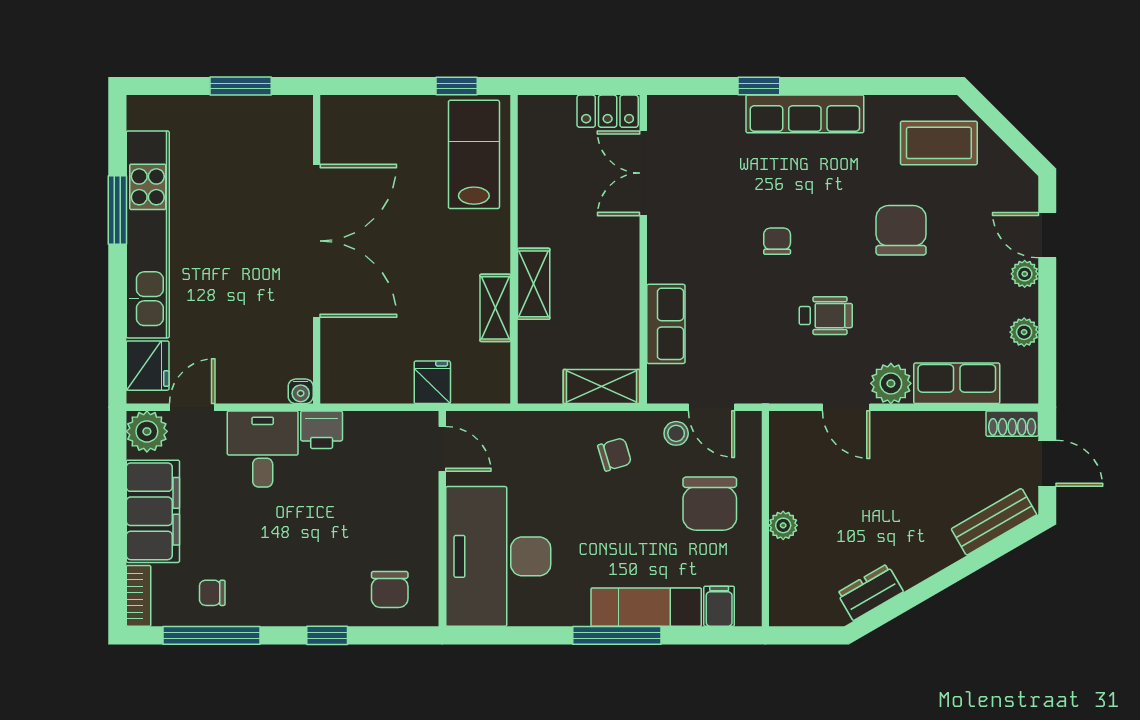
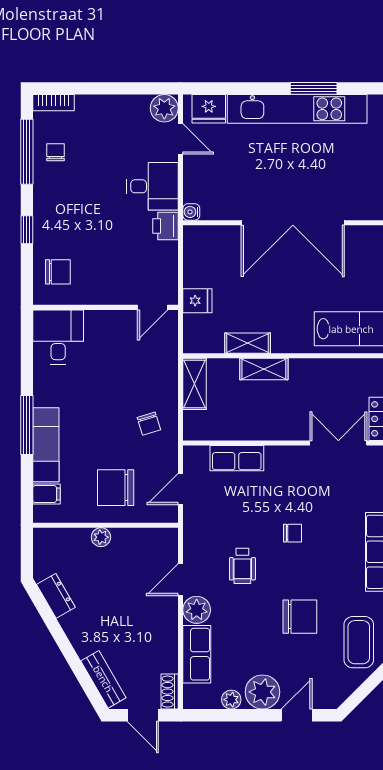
plant: (1025, 274) -> (262, 692), width x1.87, depth x1.87
shelving: (602, 387) -> (195, 384), moved
stool: (676, 433) -> (163, 465), removed
door: (1047, 463) -> (143, 715), hinge flipped
filing cabinet: (153, 511) -> (110, 112), removed
desk: (498, 556) -> (58, 337), width x0.53, depth x0.77
chair: (390, 589) -> (58, 272), turned 180

